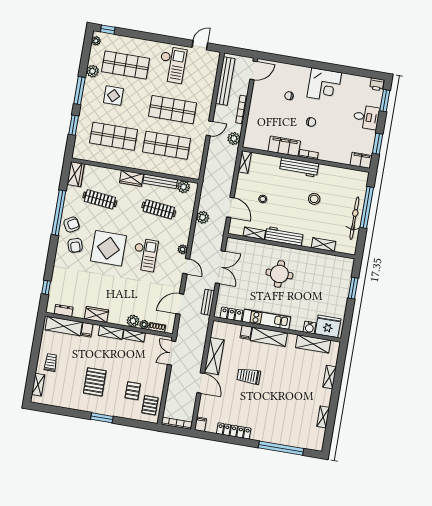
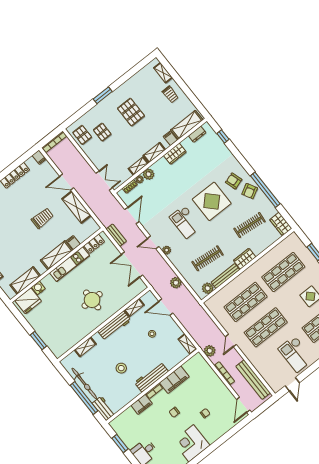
filing cabinet: (361, 160) -> (142, 404), moved
workbench: (361, 183) -> (104, 408), added

